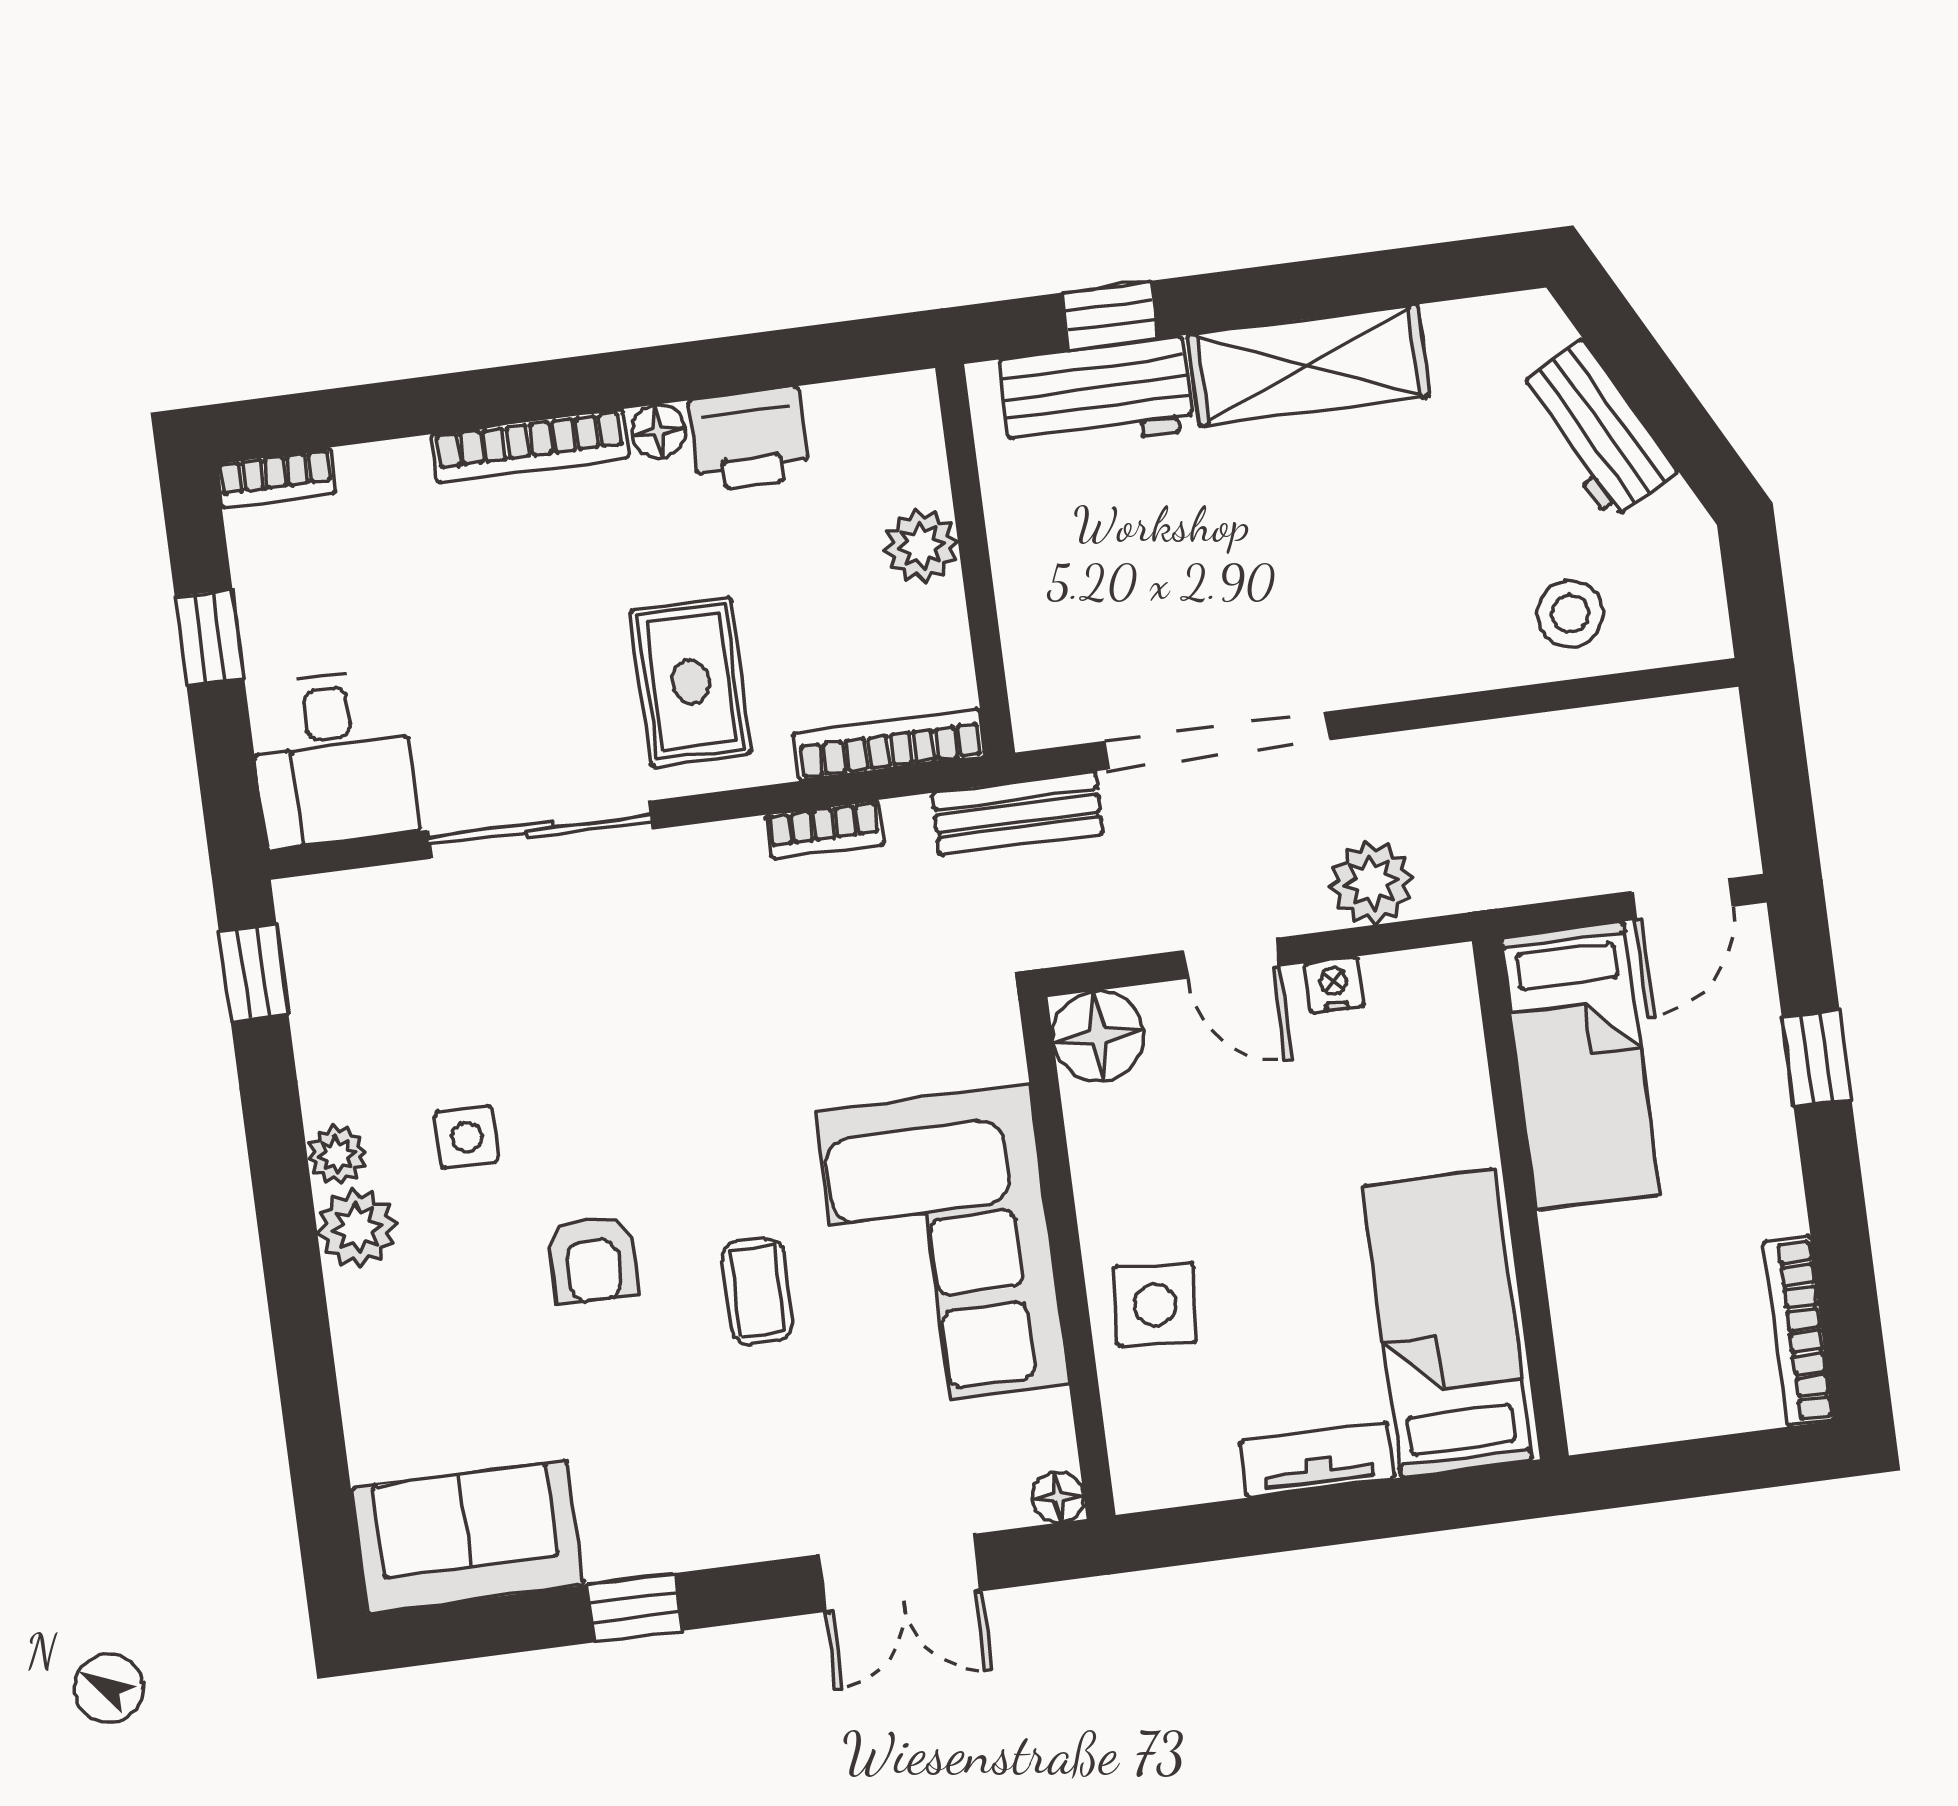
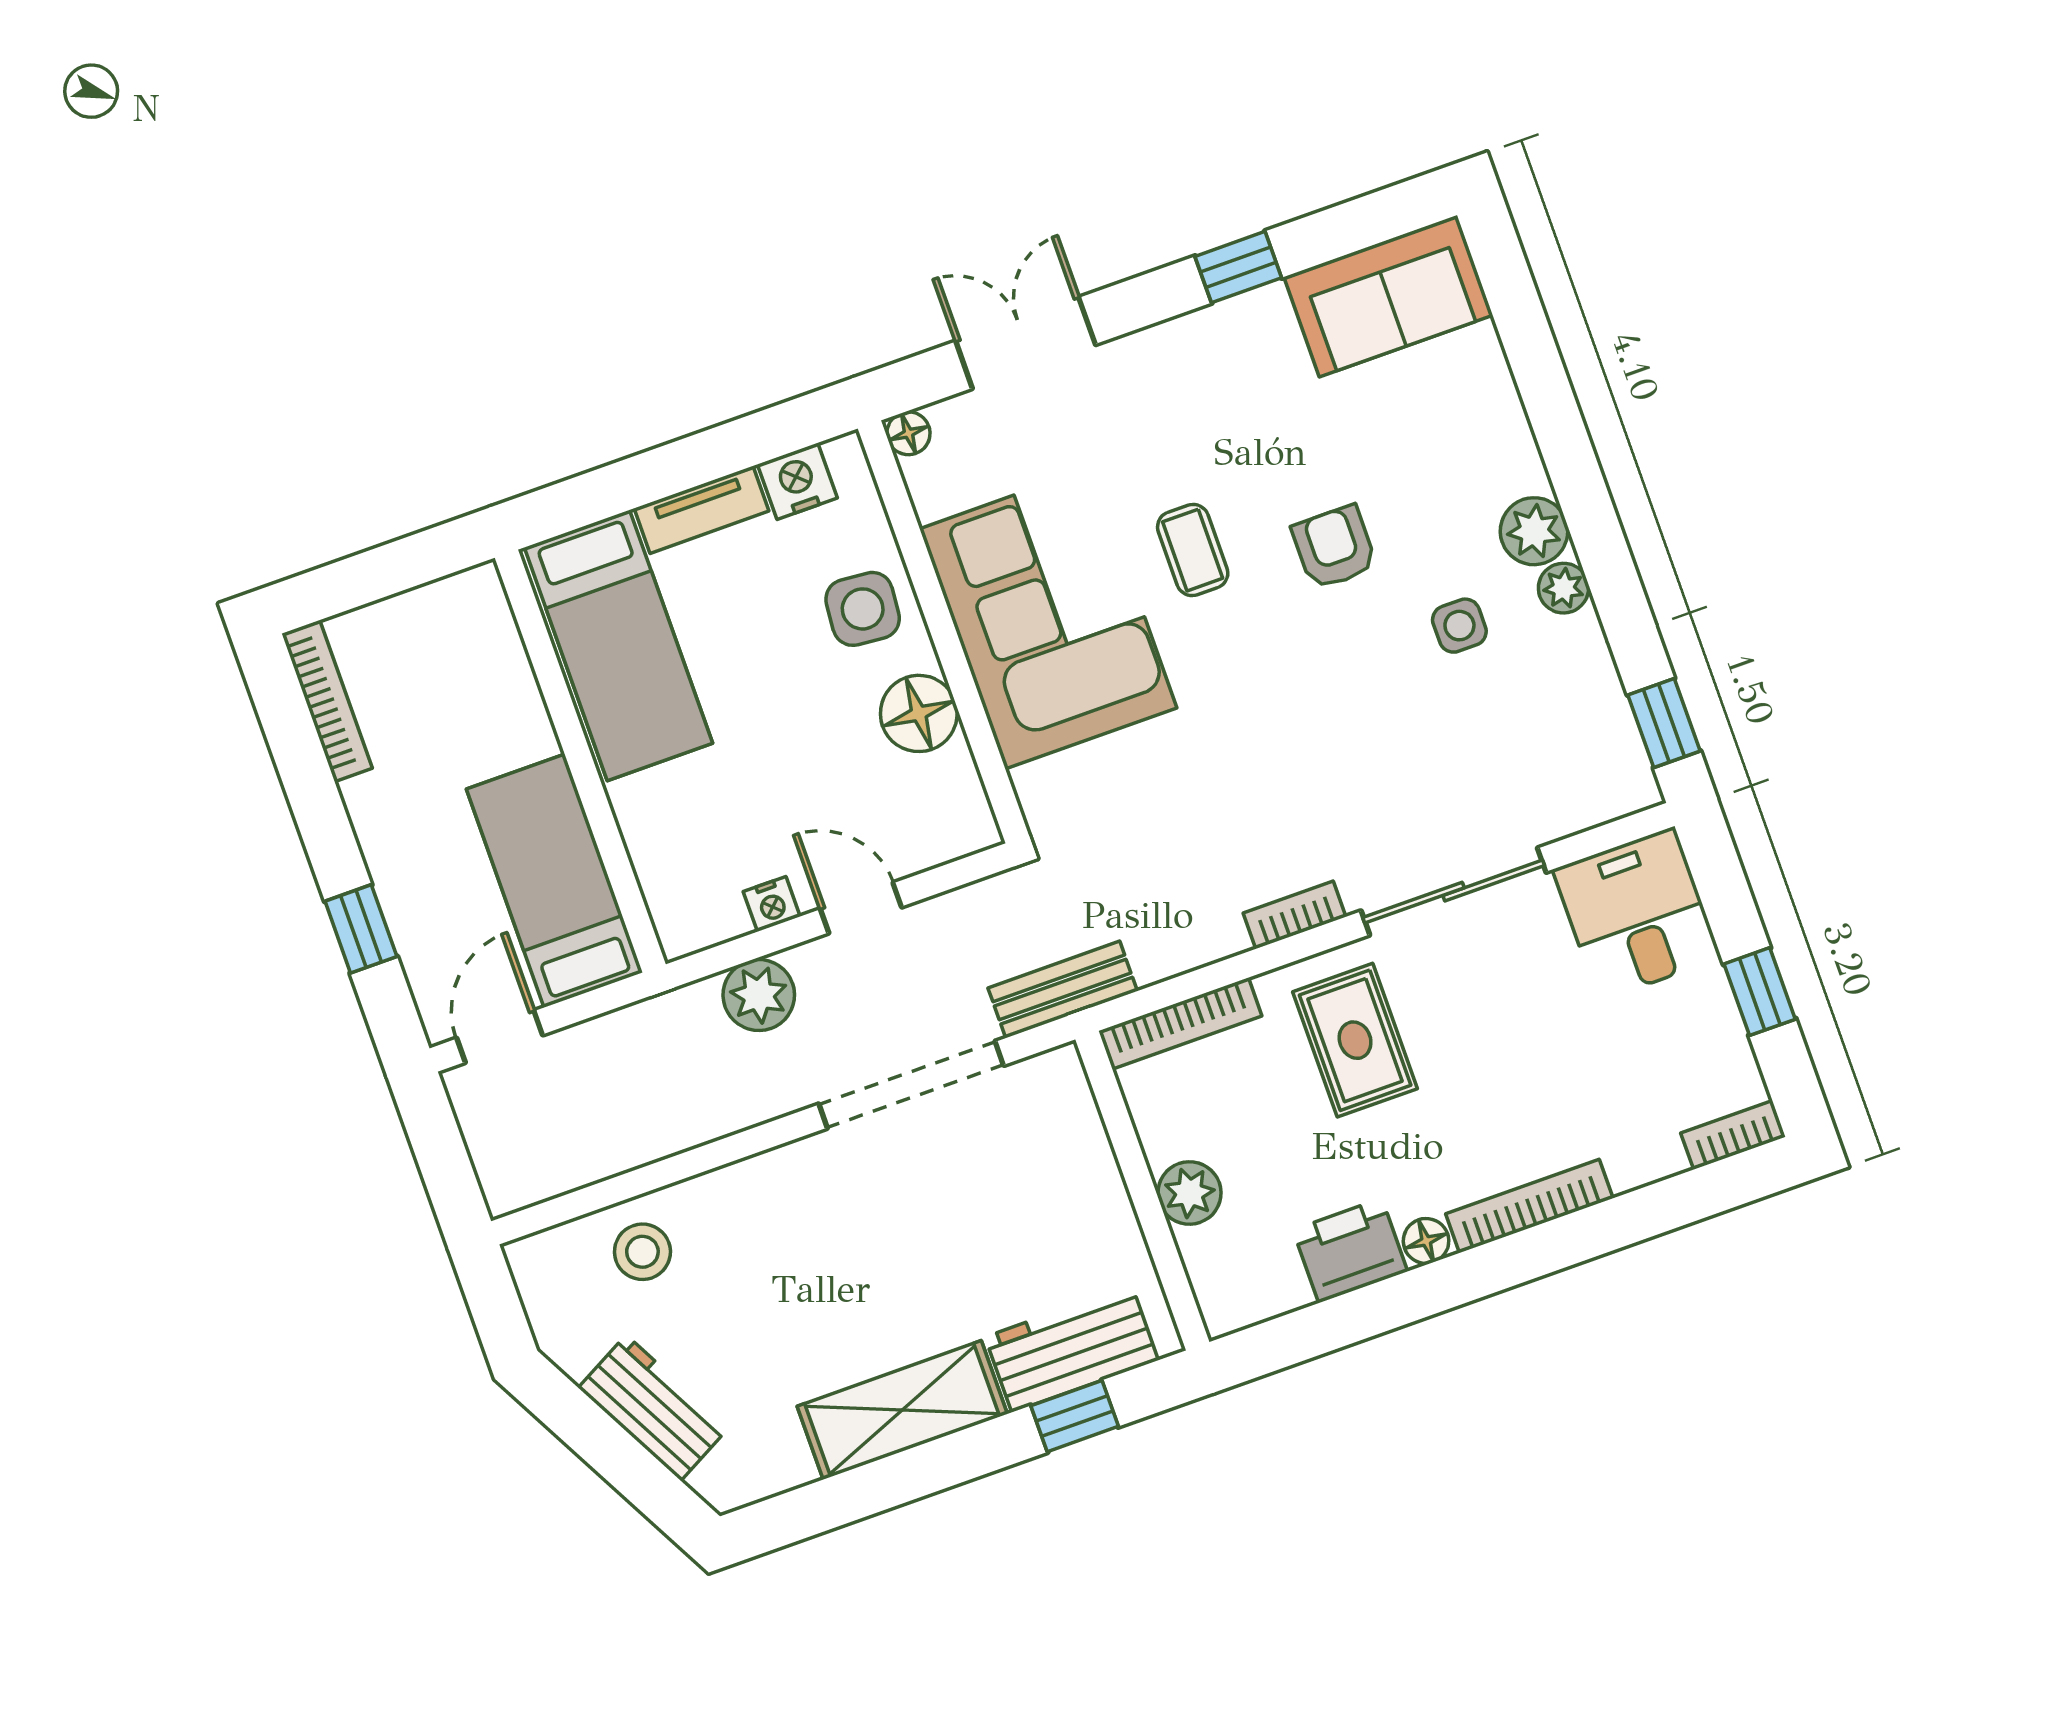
bookcase: (824, 830) -> (1295, 915), moved
floor lamp: (1098, 1036) -> (919, 713), moved
nightstand: (1199, 1469) -> (797, 481), added

